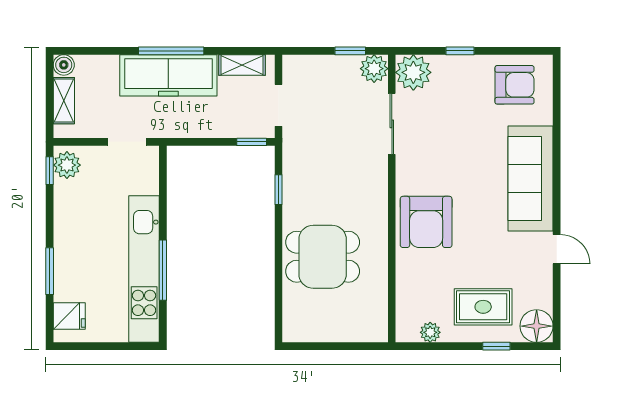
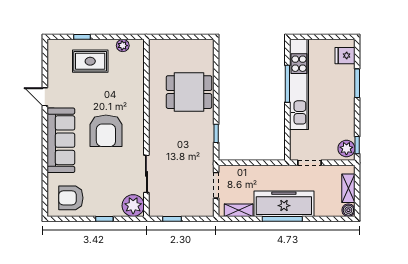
plant: (374, 69) -> (157, 208), removed
window: (252, 142) -> (233, 163), removed
armchair: (426, 222) -> (106, 131), moved, turned 180
floor lamp: (537, 326) -> (57, 49), removed

